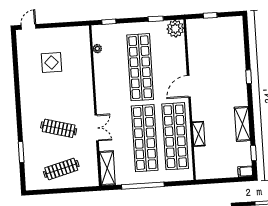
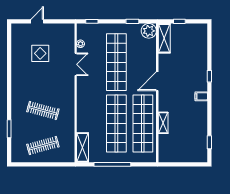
door: (28, 27) -> (37, 21), moved
shelving: (242, 124) -> (164, 38), moved
double door: (97, 128) -> (76, 64), moved
filing cabinet: (245, 172) -> (201, 96), moved

